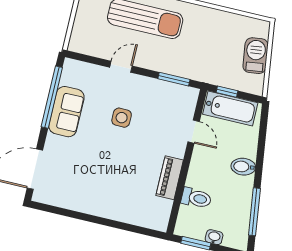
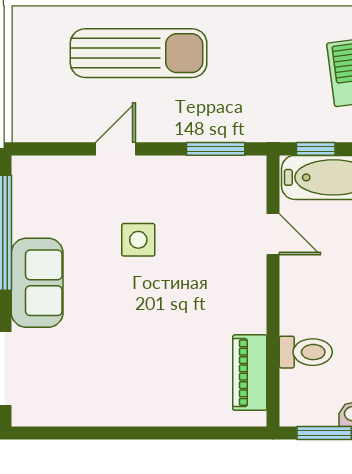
sofa: (66, 112) -> (37, 283), moved
piano: (170, 178) -> (250, 373), moved

